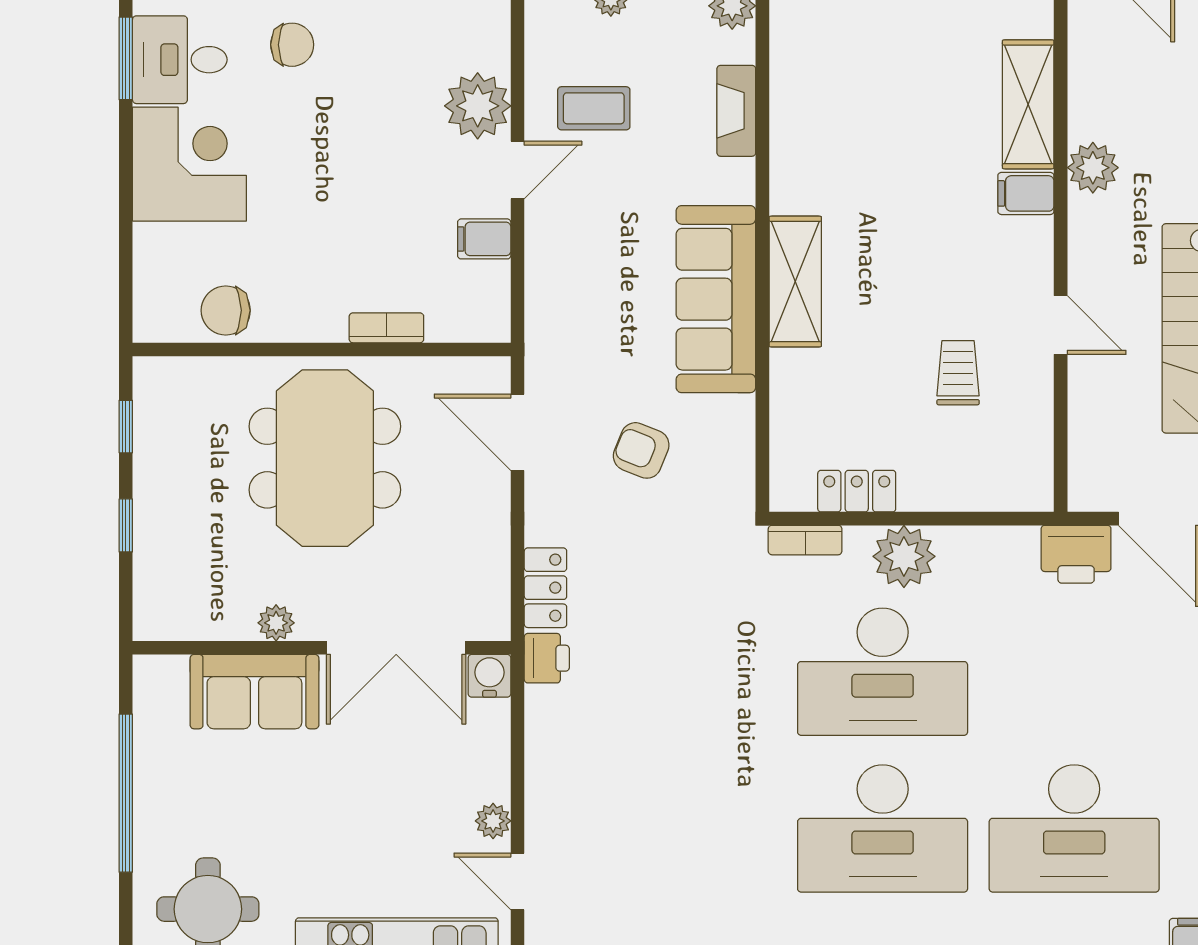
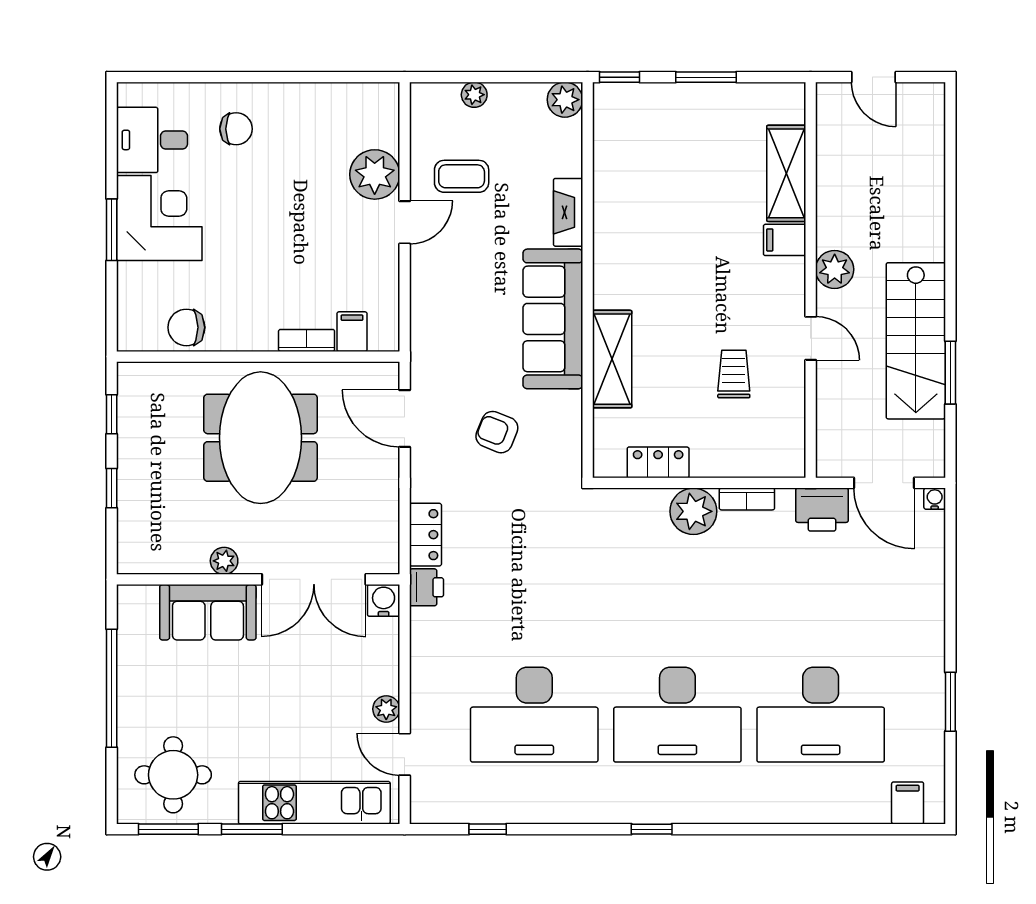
window: (126, 58) -> (112, 230), moved
fireplace: (736, 111) -> (568, 212), moved
plant: (1093, 168) -> (835, 269), moved
filing cabinet: (484, 239) -> (352, 332), moved, turned 90
shelving: (795, 282) -> (612, 359), moved
bookcase: (805, 540) -> (747, 499), moved
desk: (883, 672) -> (534, 715), moved

